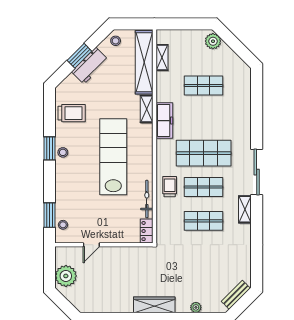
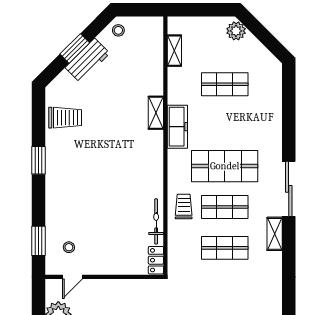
shelving: (144, 62) -> (153, 56), removed
stool: (63, 152) -> (55, 165), removed
lab bench: (113, 157) -> (116, 170), removed
stool: (63, 225) -> (69, 247), moved
door: (91, 245) -> (73, 277), moved

